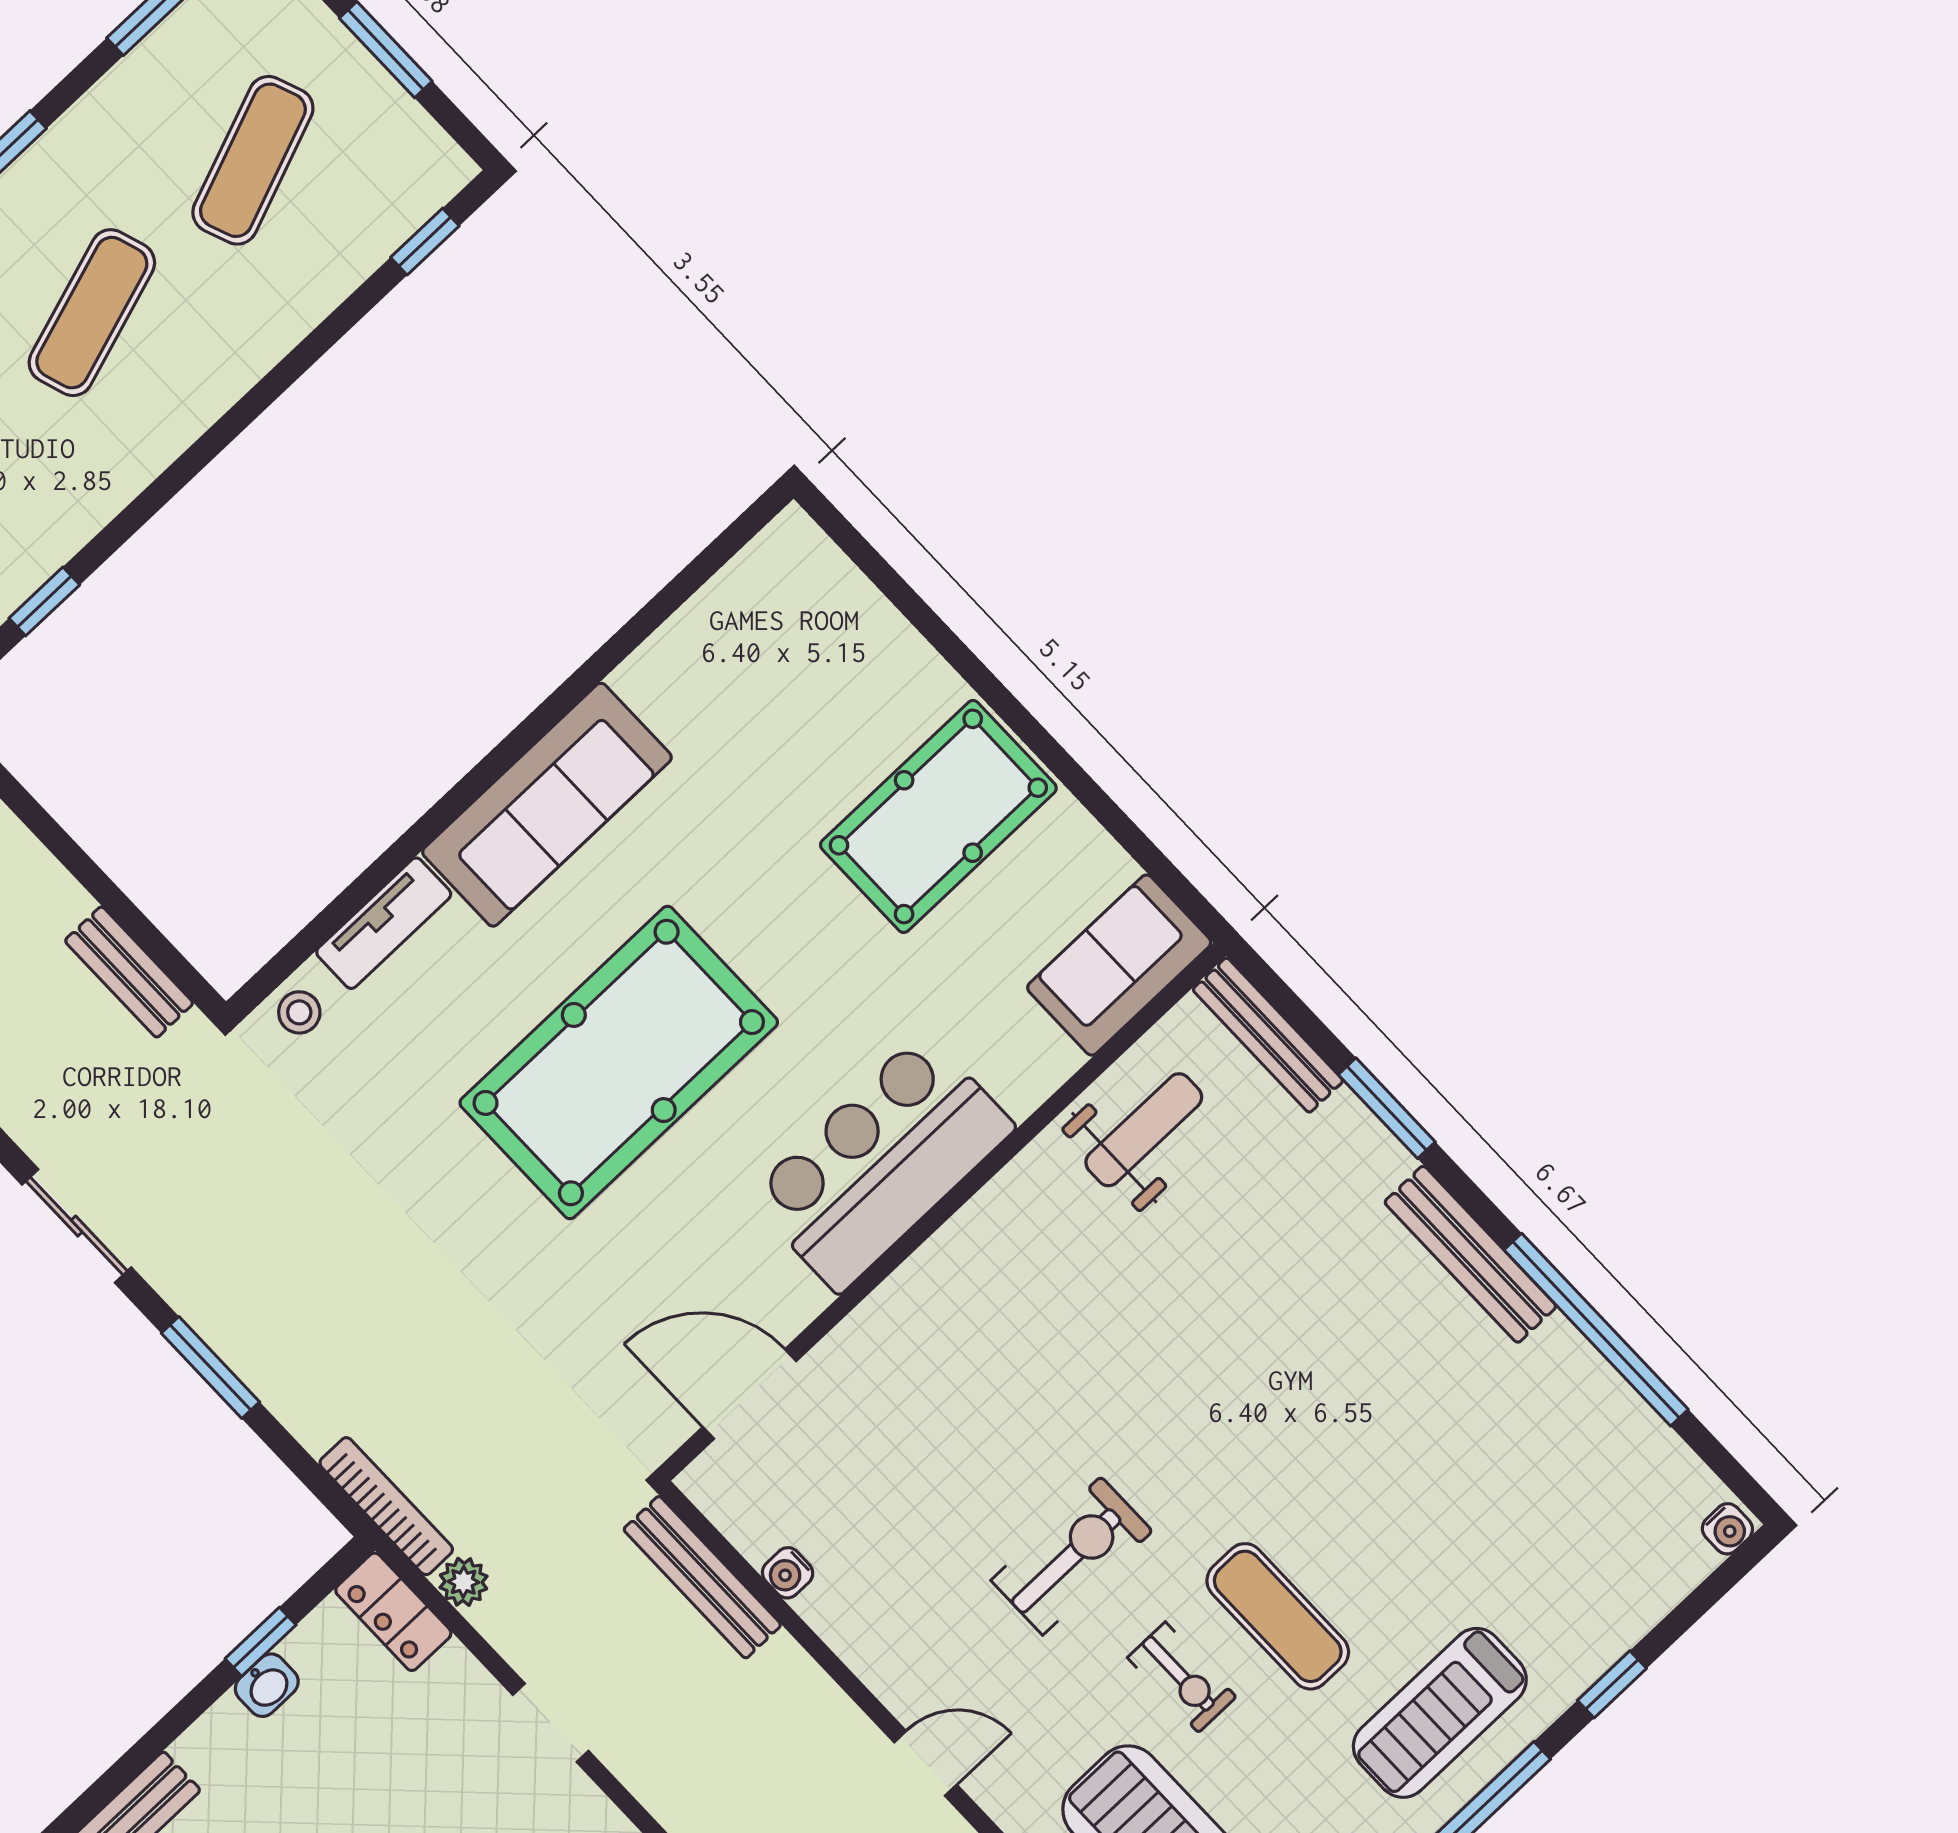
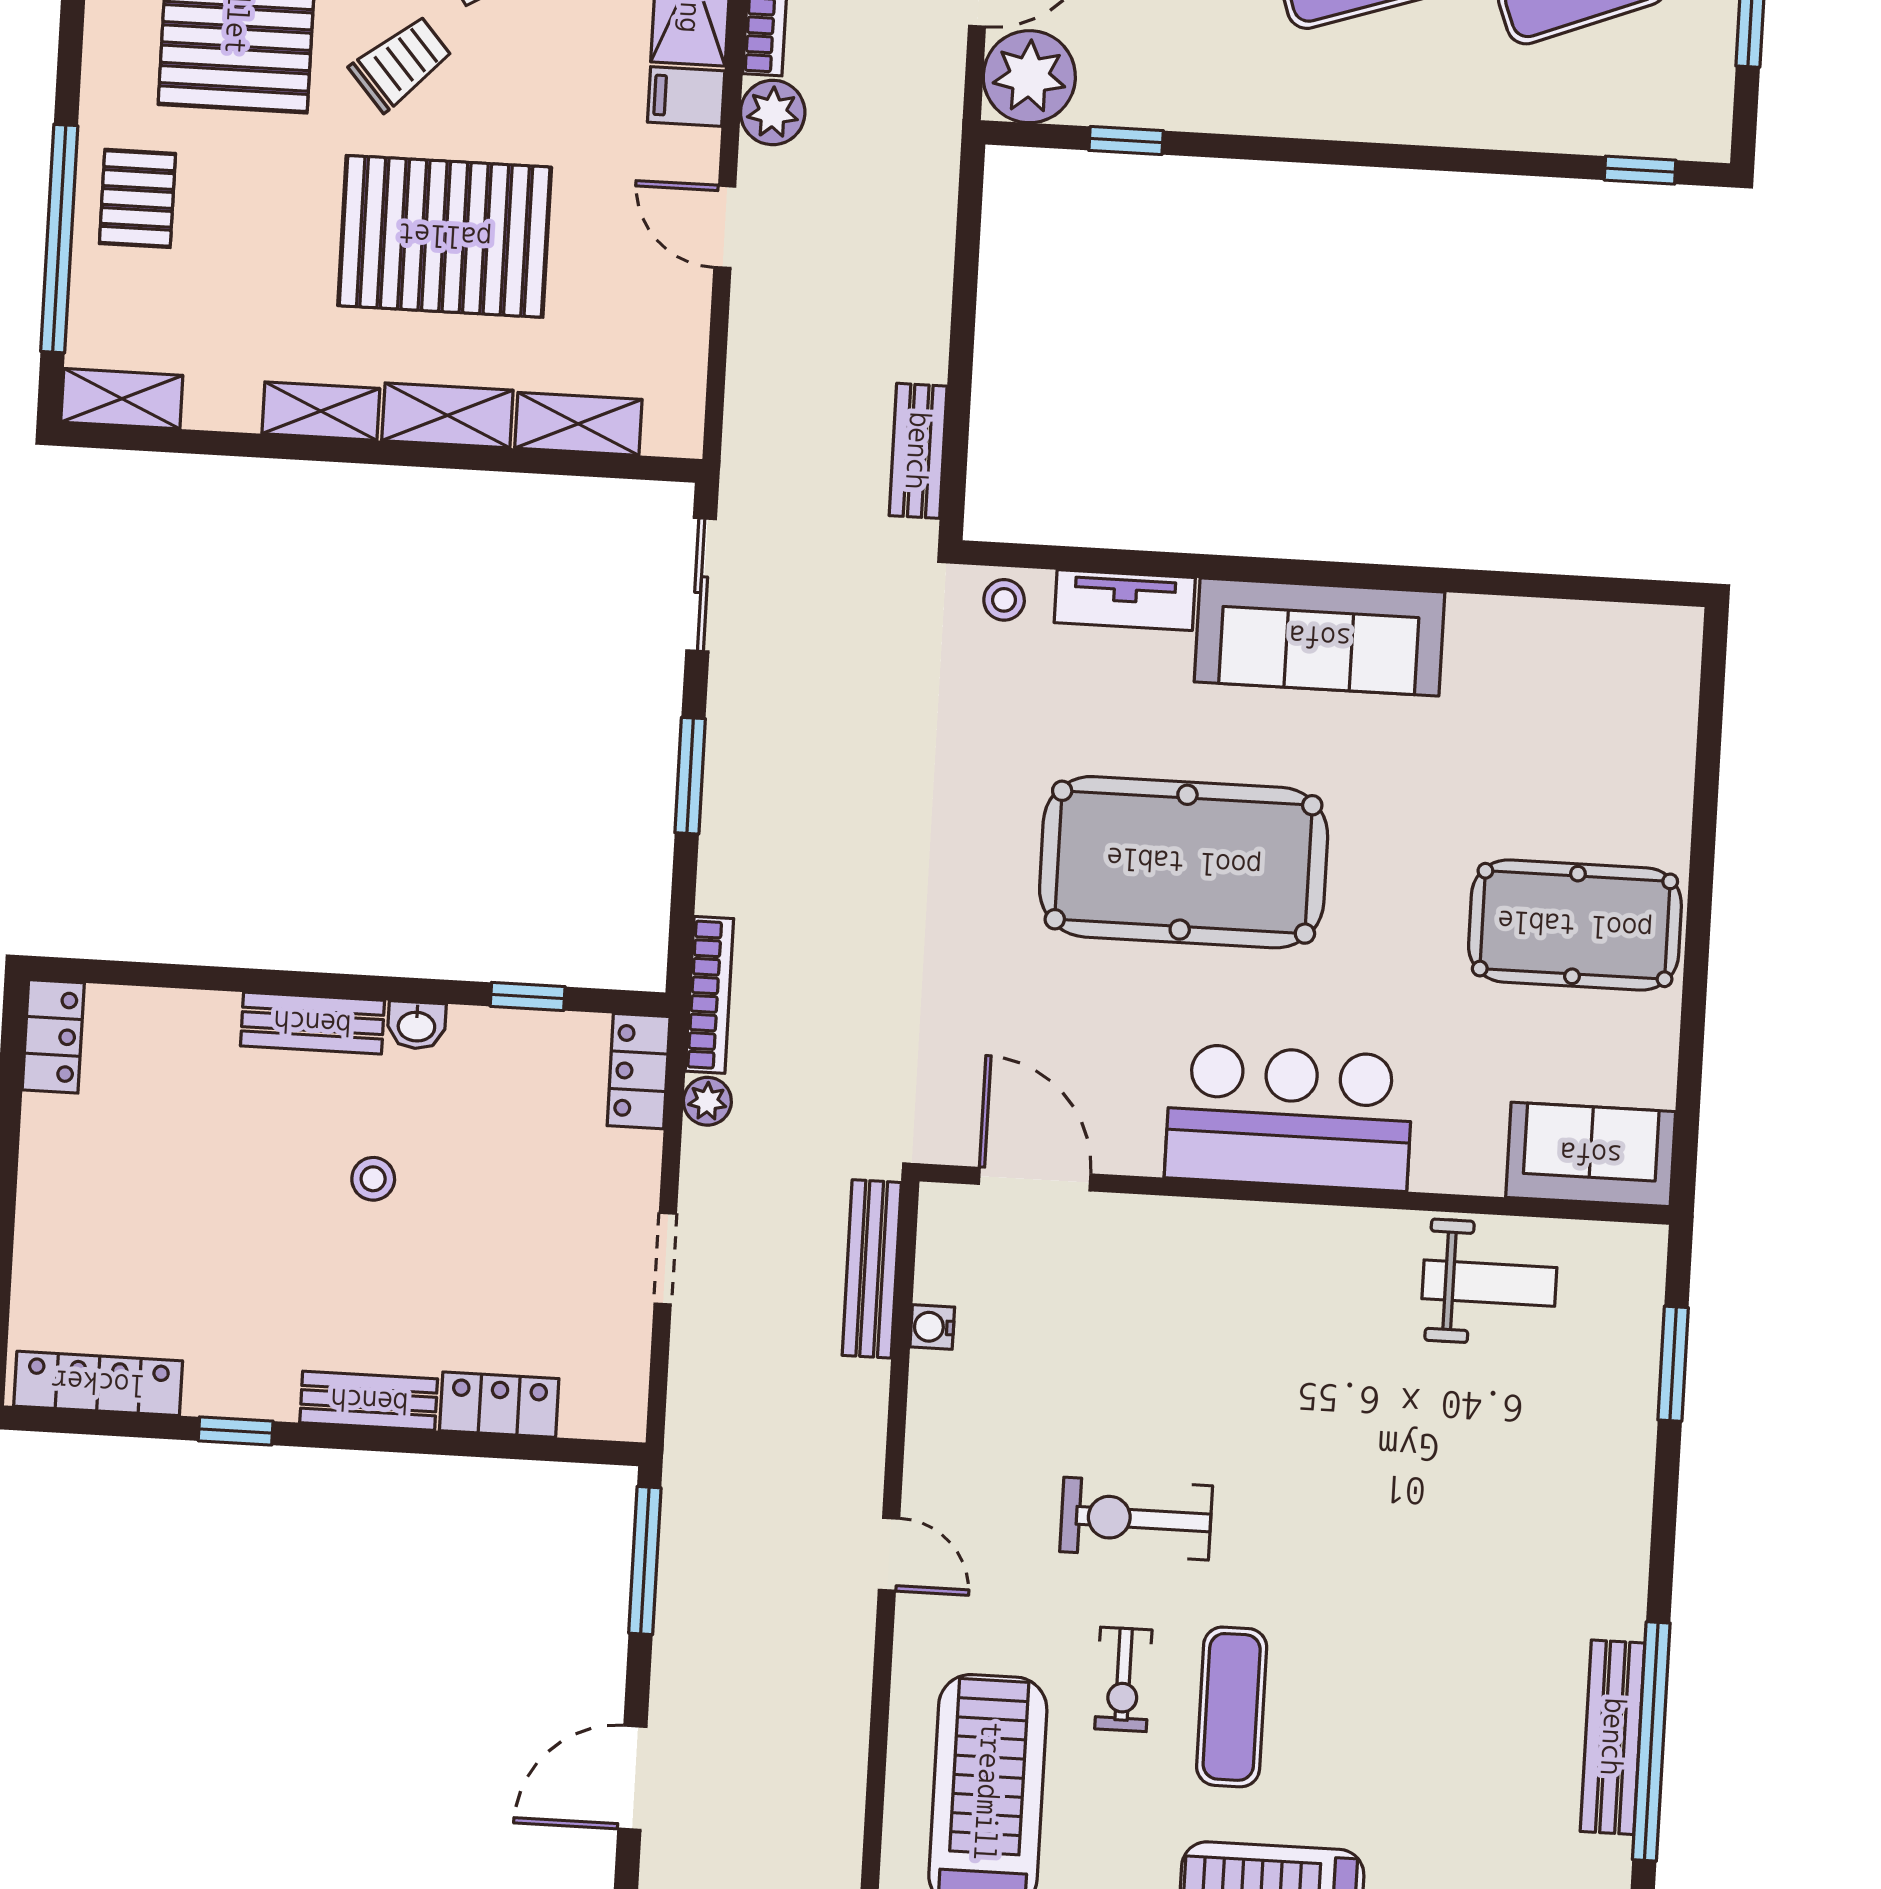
bench: (1268, 1035) -> (1641, 1308), removed
window: (1387, 1108) -> (1673, 1364), moved
bench: (1470, 1254) -> (1613, 1737), moved
exercise bike: (1072, 1556) -> (1136, 1519), turned 180
washbasin: (267, 1685) -> (417, 1025), moved

